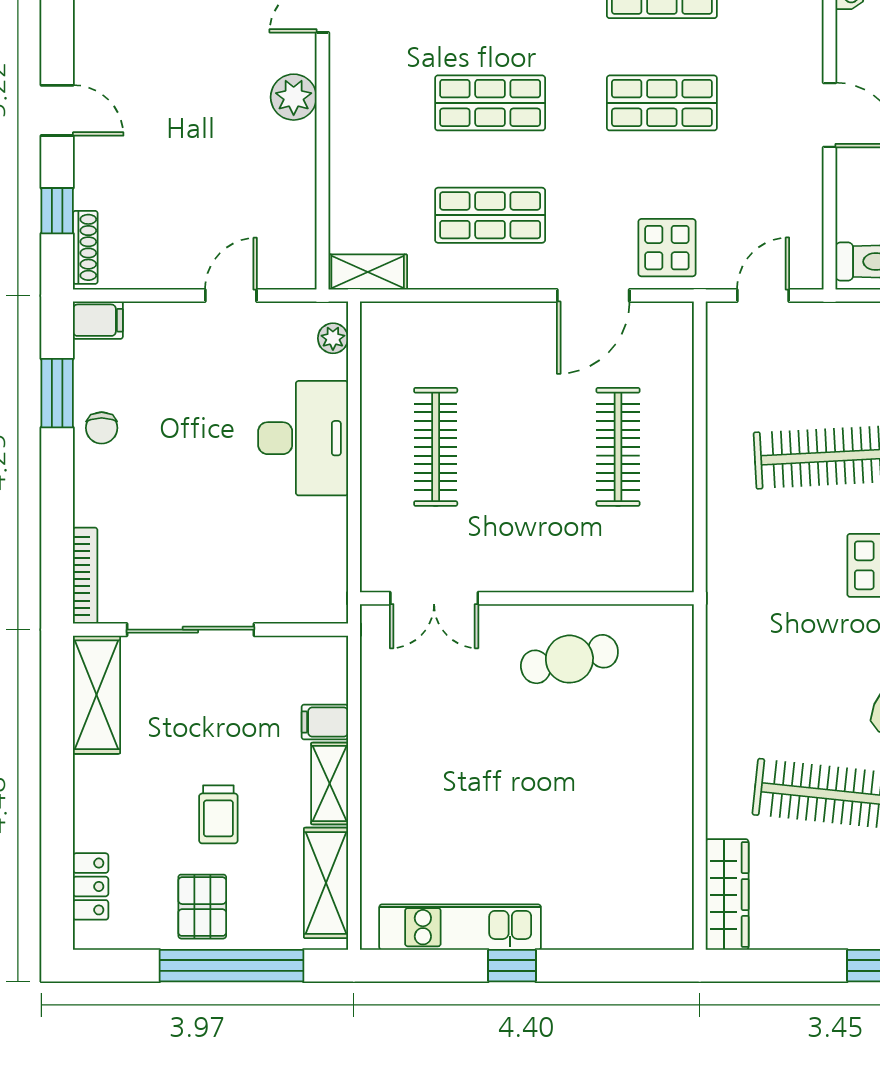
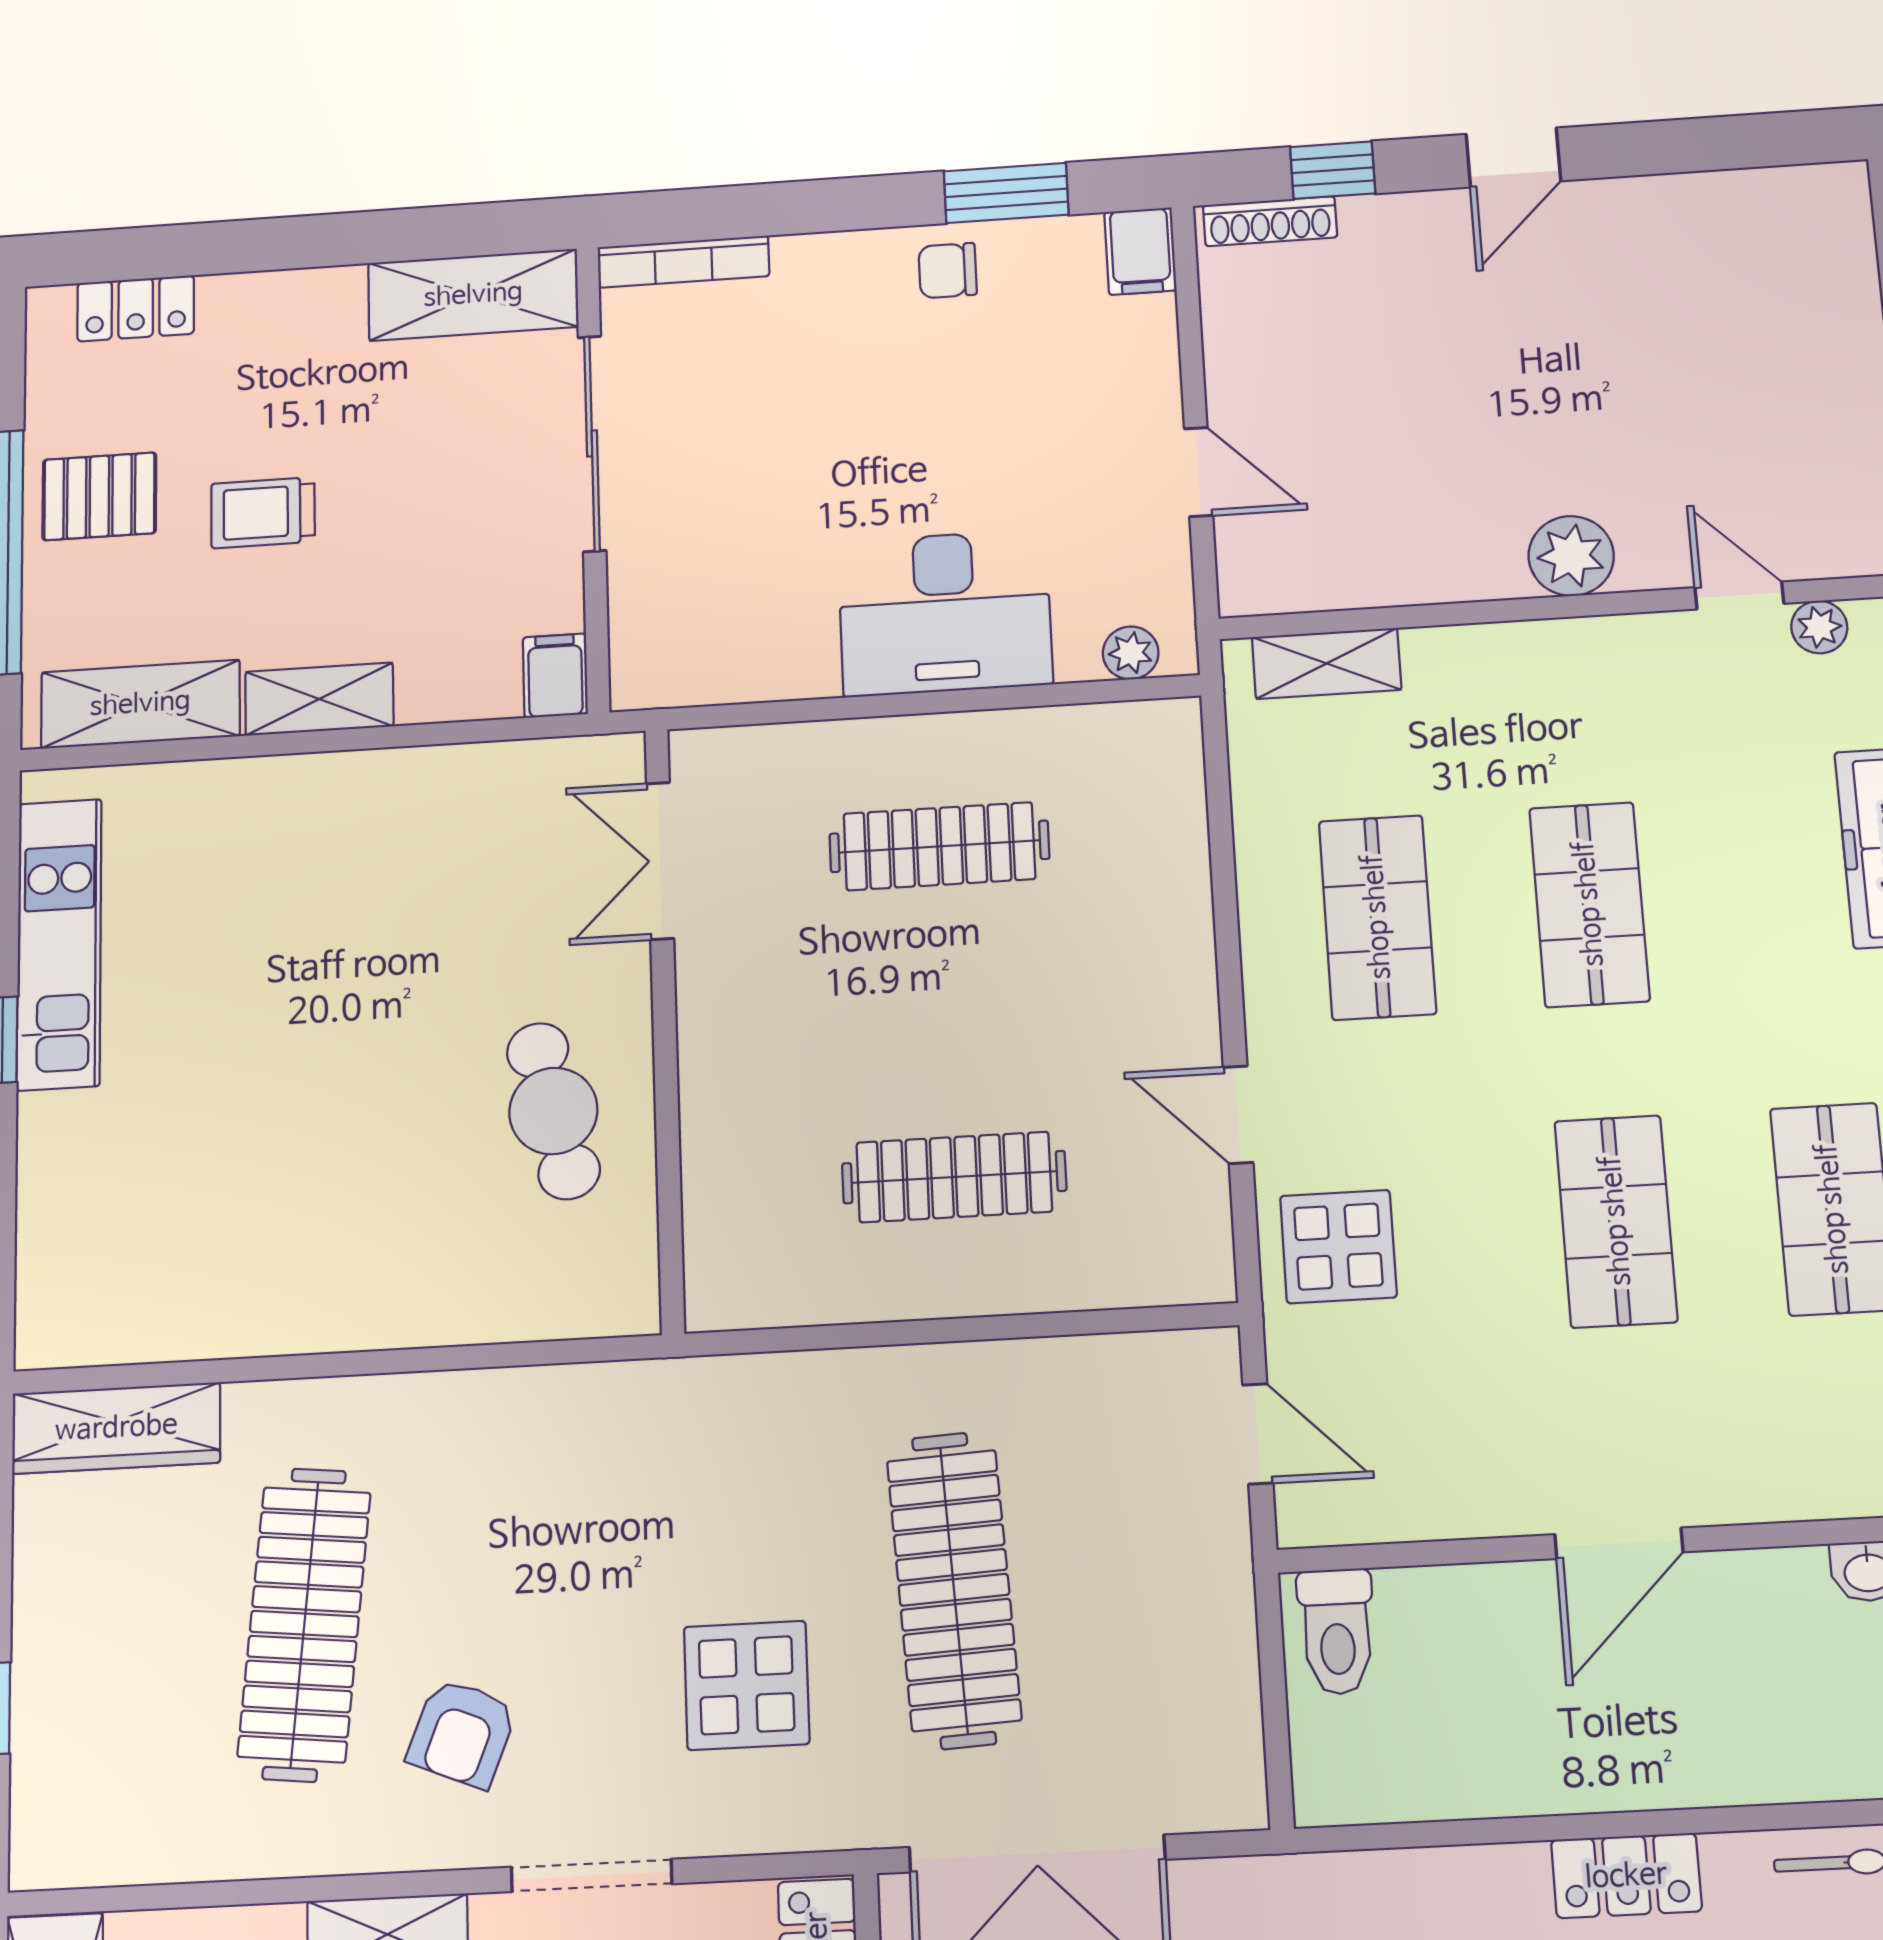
shelving: (368, 272) -> (1327, 663), moved, turned 90
door: (593, 296) -> (1238, 1115), width x0.73
filing cabinet: (325, 722) -> (555, 676), moved

